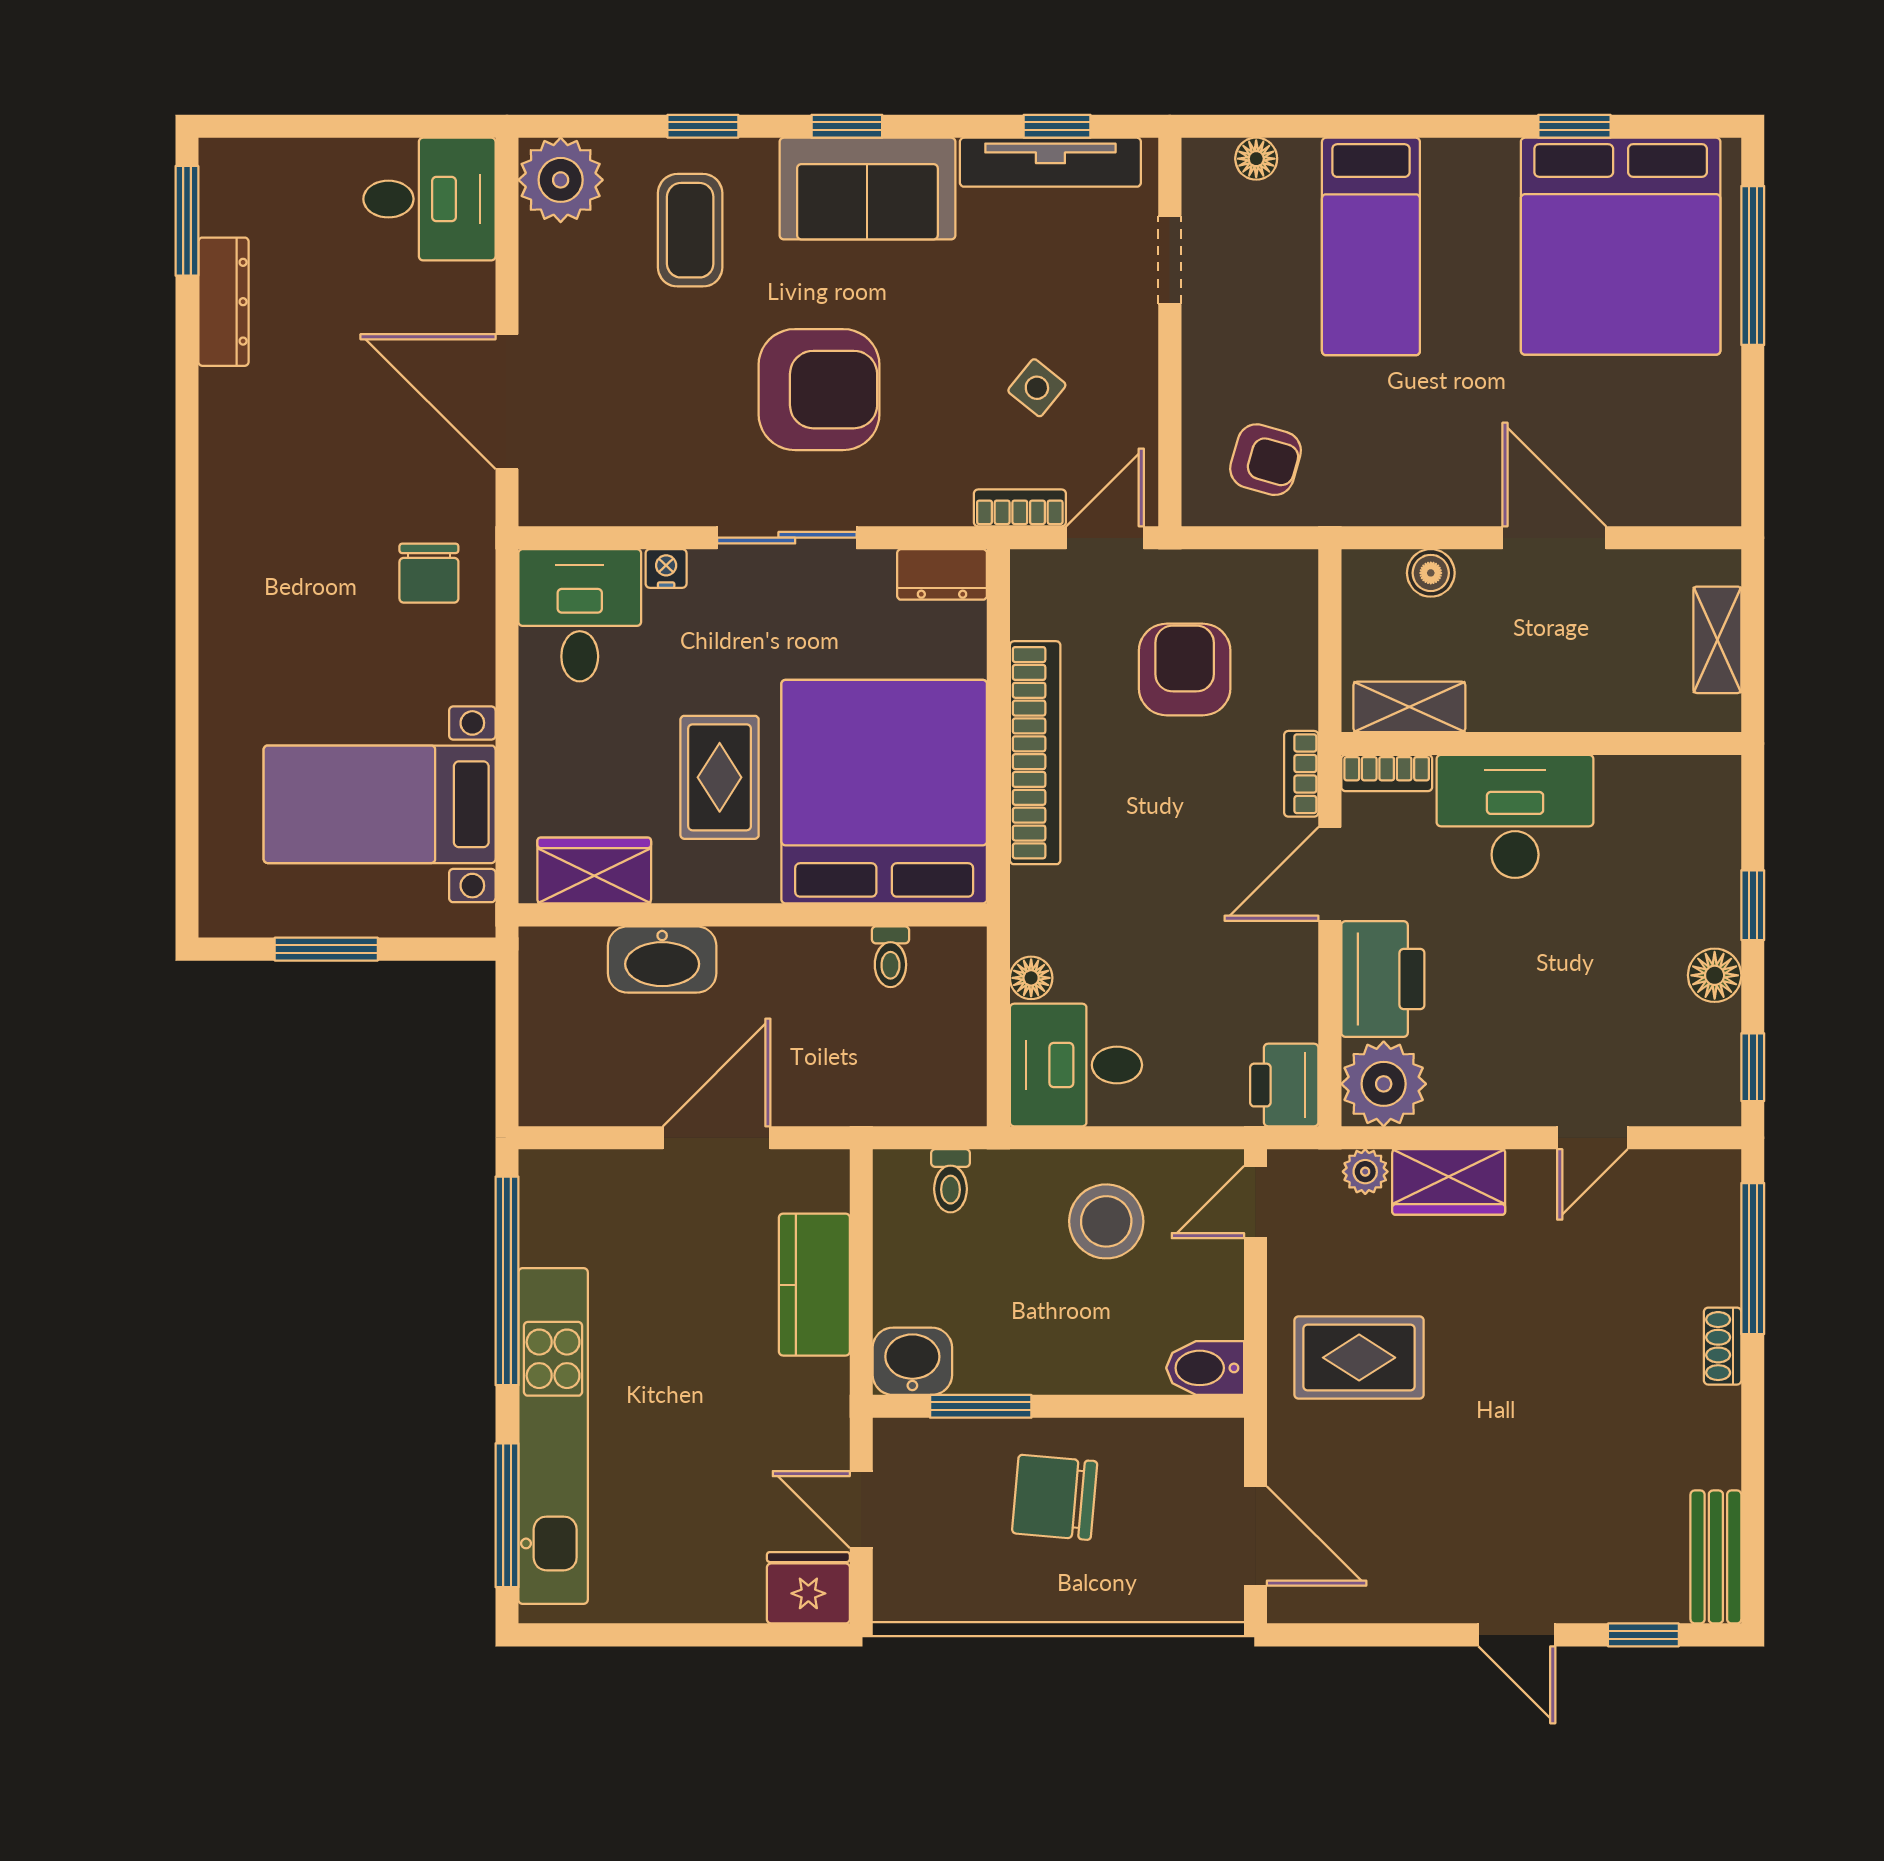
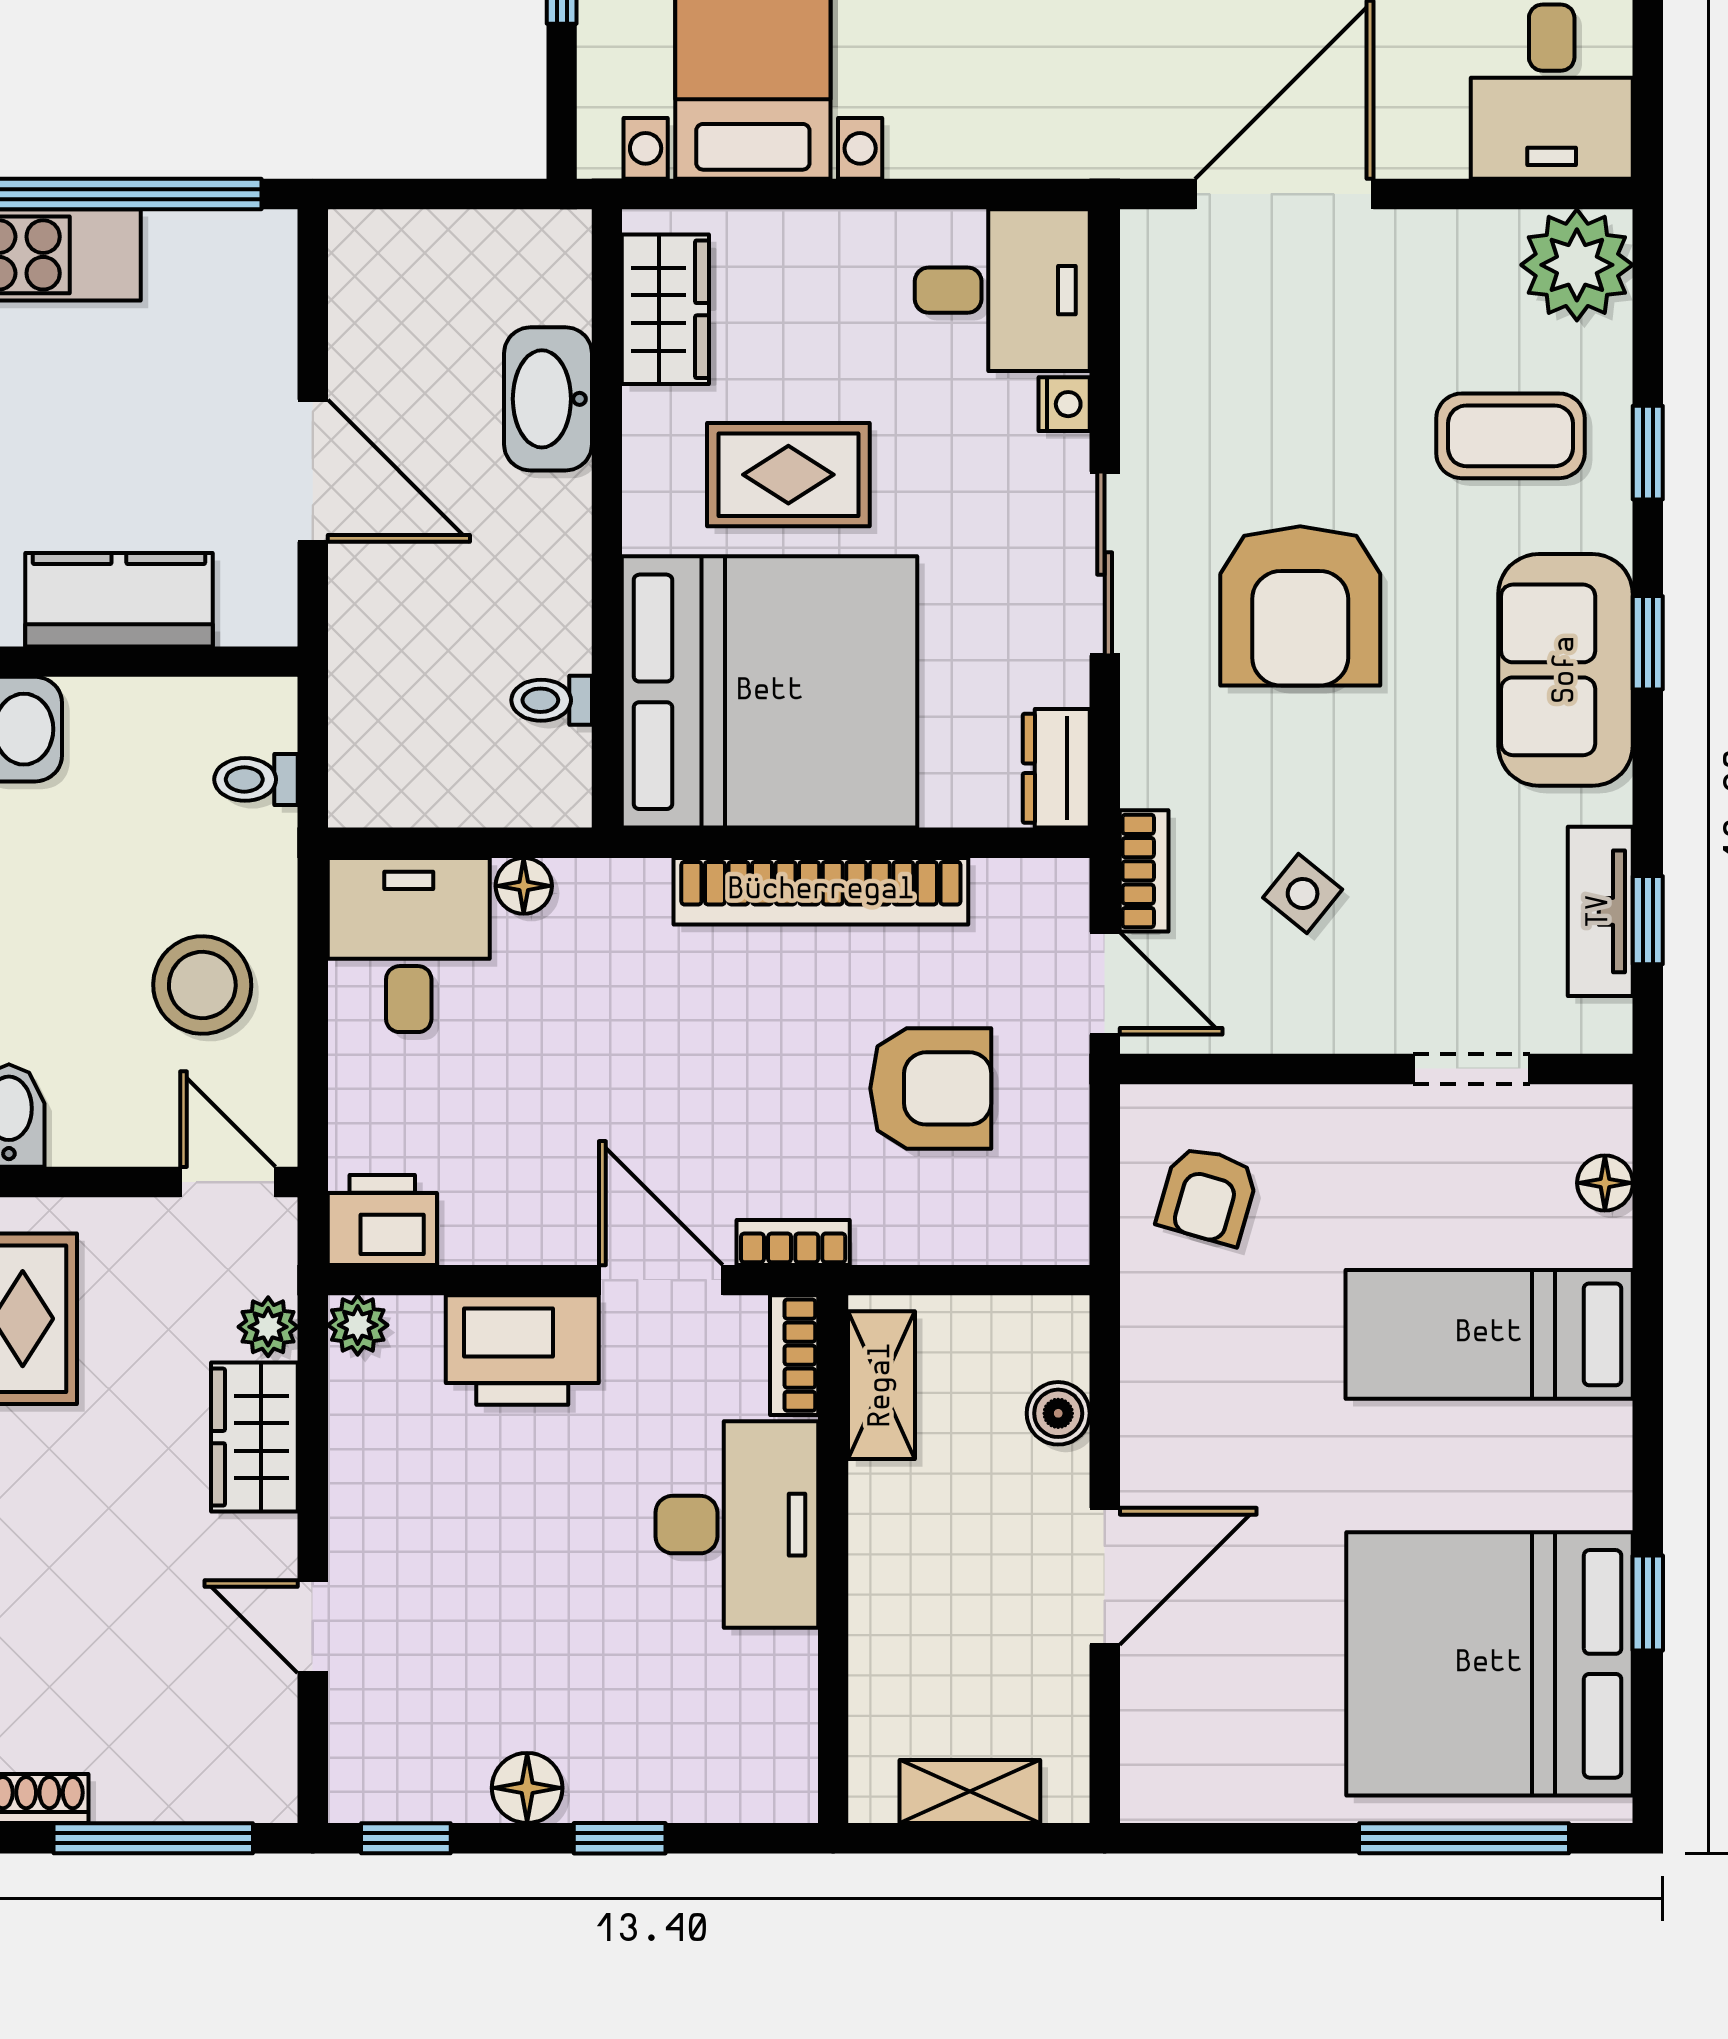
tv unit: (1050, 162) -> (1600, 911), width x0.71
chair: (429, 573) -> (1058, 91), removed
plant: (1384, 1084) -> (358, 1325), width x0.53, depth x0.53

